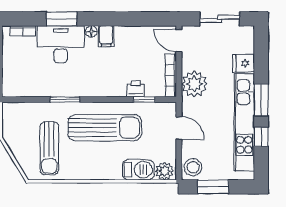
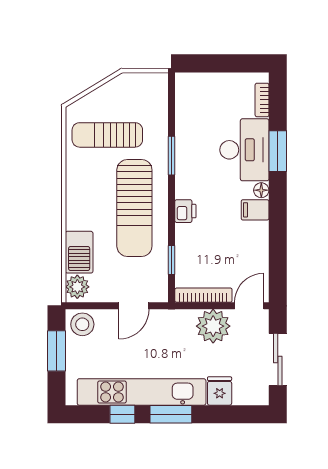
plant: (194, 84) -> (213, 326), moved
printer: (136, 89) -> (185, 211), moved

